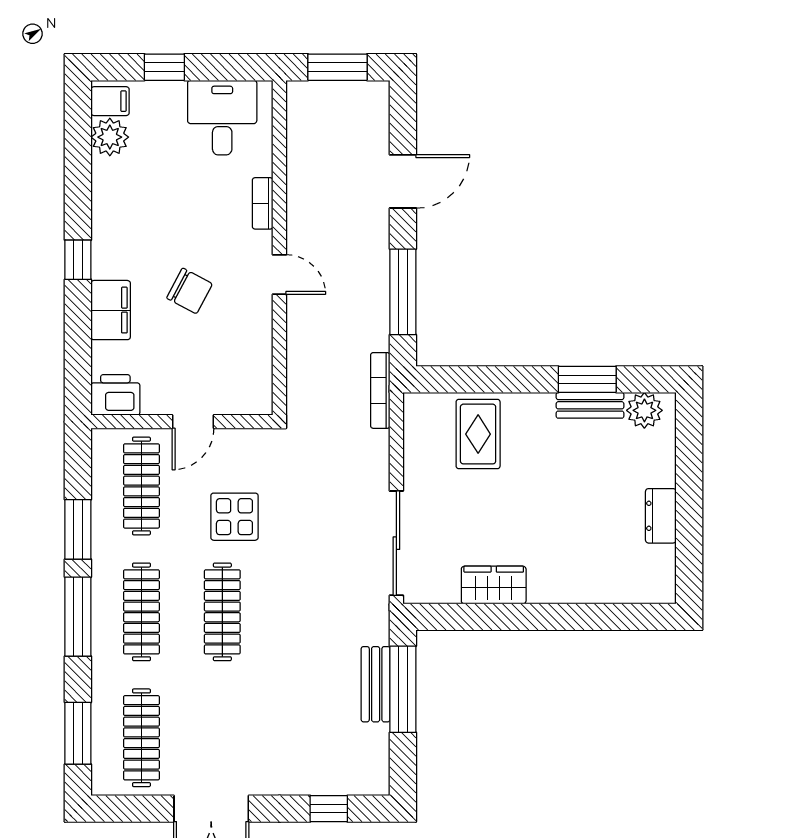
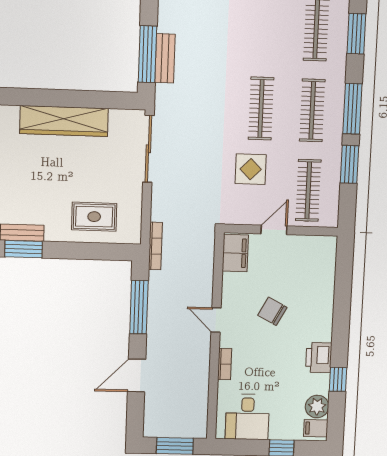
window: (78, 260) -> (338, 379), moved
filing cabinet: (111, 310) -> (235, 253), moved, turned 180
printer: (115, 395) -> (319, 358), moved, turned 90
rug: (478, 434) -> (94, 217), turned 90
wardrobe: (494, 585) -> (64, 121), width x2.10, depth x1.17

